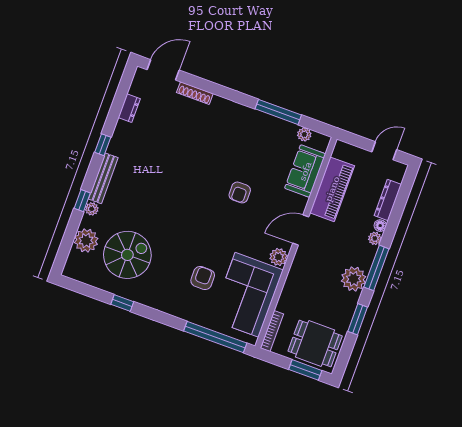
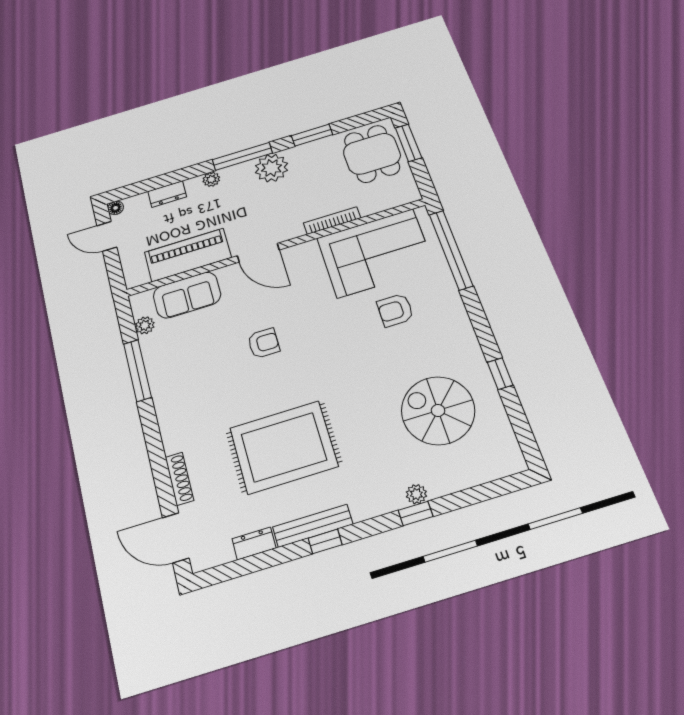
rug: (170, 160) -> (284, 447), added
bench: (103, 178) -> (313, 526), moved
dresser: (388, 200) -> (167, 194), width x0.70
floor lamp: (380, 226) -> (116, 208), moved
plant: (86, 241) -> (461, 471), removed
plant: (279, 257) -> (306, 253), removed
bookcase: (272, 331) -> (332, 221), moved

